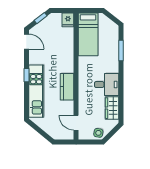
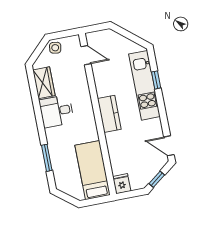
window: (26, 75) -> (156, 80), moved
kitchen counter: (67, 87) -> (109, 114), moved

